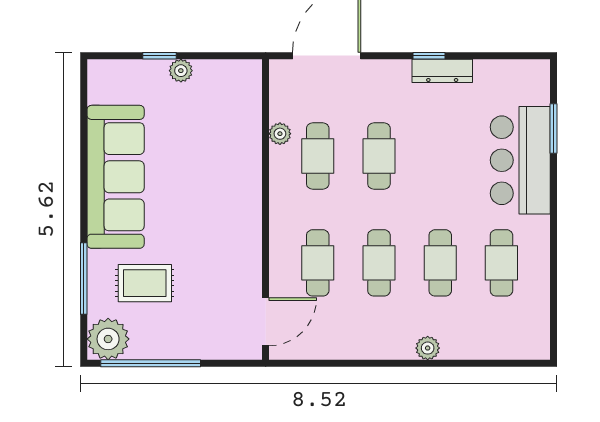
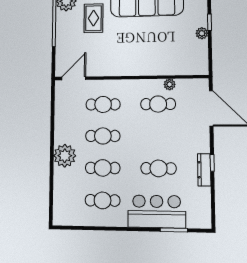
cafe table: (379, 156) -> (159, 168), moved
door: (266, 322) -> (74, 78), swing flipped
plant: (428, 348) -> (65, 156), width x1.87, depth x1.87

